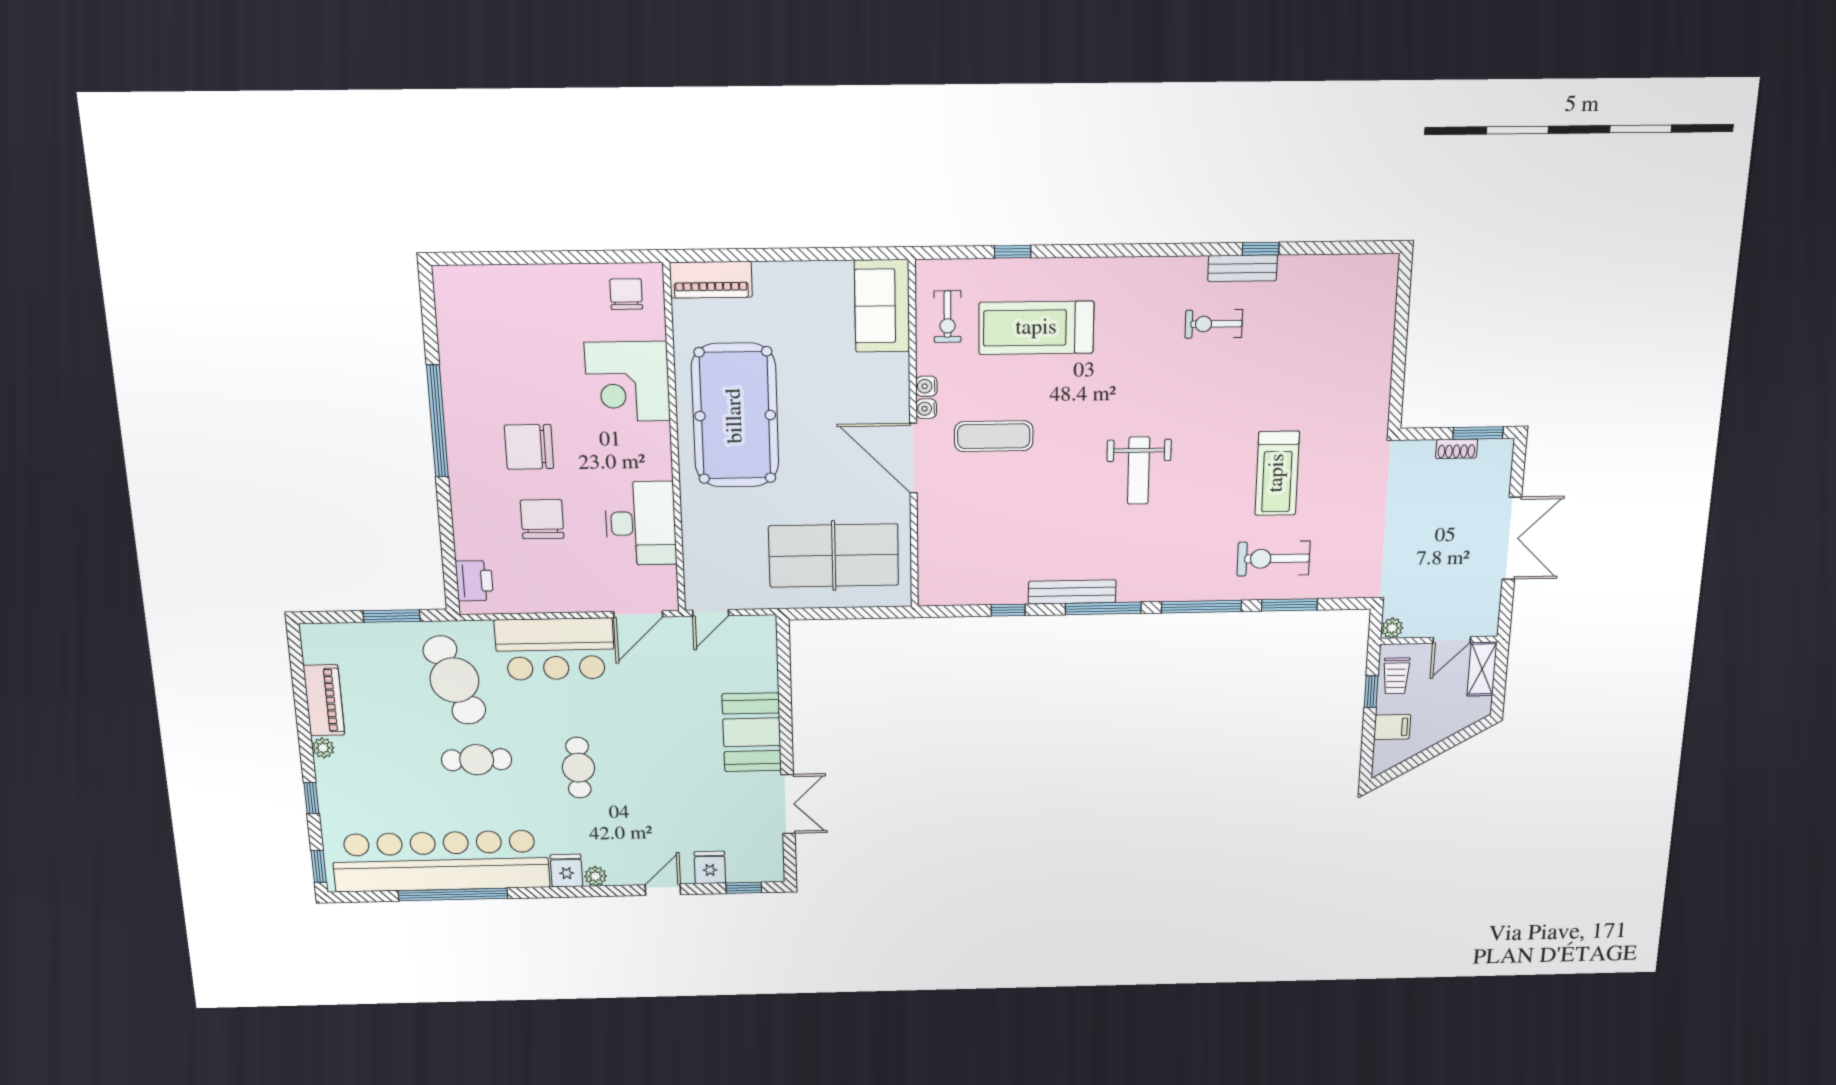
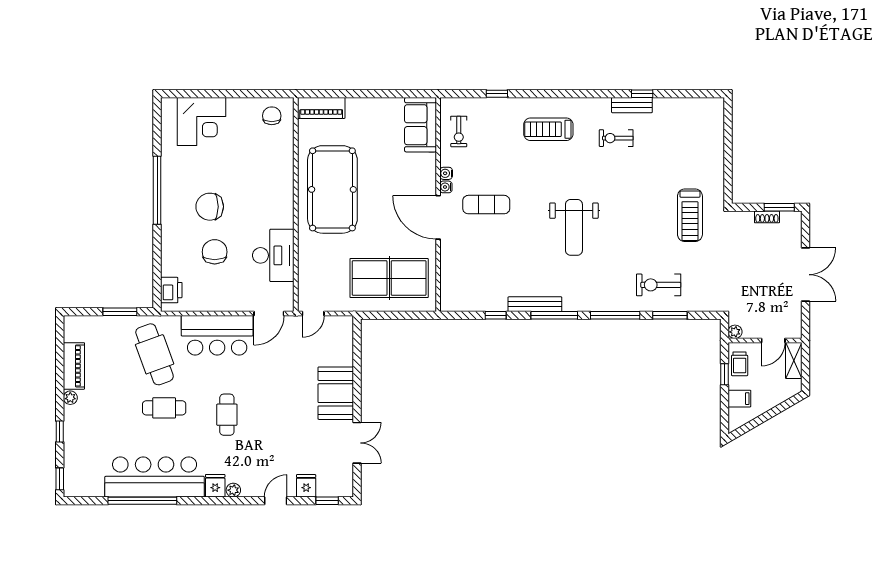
treadmill: (1036, 328) -> (548, 129), moved, width x0.73, depth x0.73
corner desk: (627, 382) -> (202, 122), moved, turned -90
weight bench: (1139, 471) -> (574, 227), width x1.36, depth x1.33
treadmill: (1277, 473) -> (690, 215), moved
bar counter: (441, 861) -> (155, 477), width x0.73

